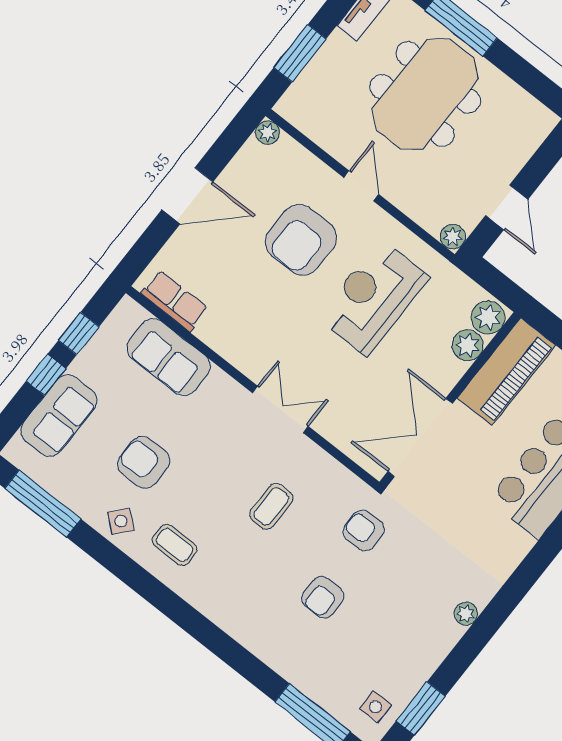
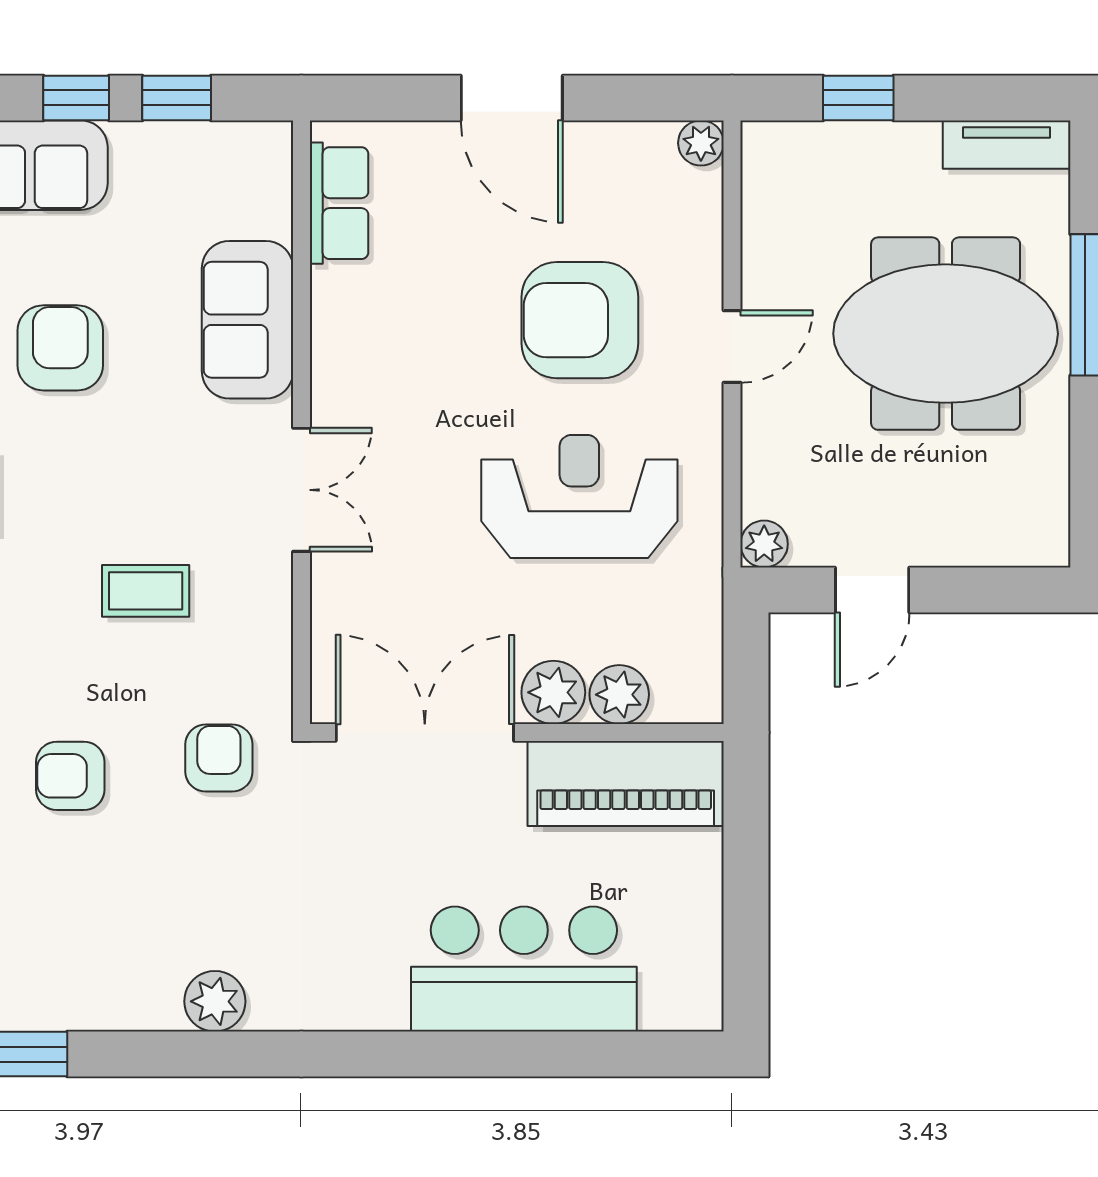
window: (300, 53) -> (858, 98), width x0.67
plant: (488, 317) -> (553, 692), moved
sofa: (169, 357) -> (248, 320), moved
plant: (466, 614) -> (215, 1001), width x1.38, depth x1.38

